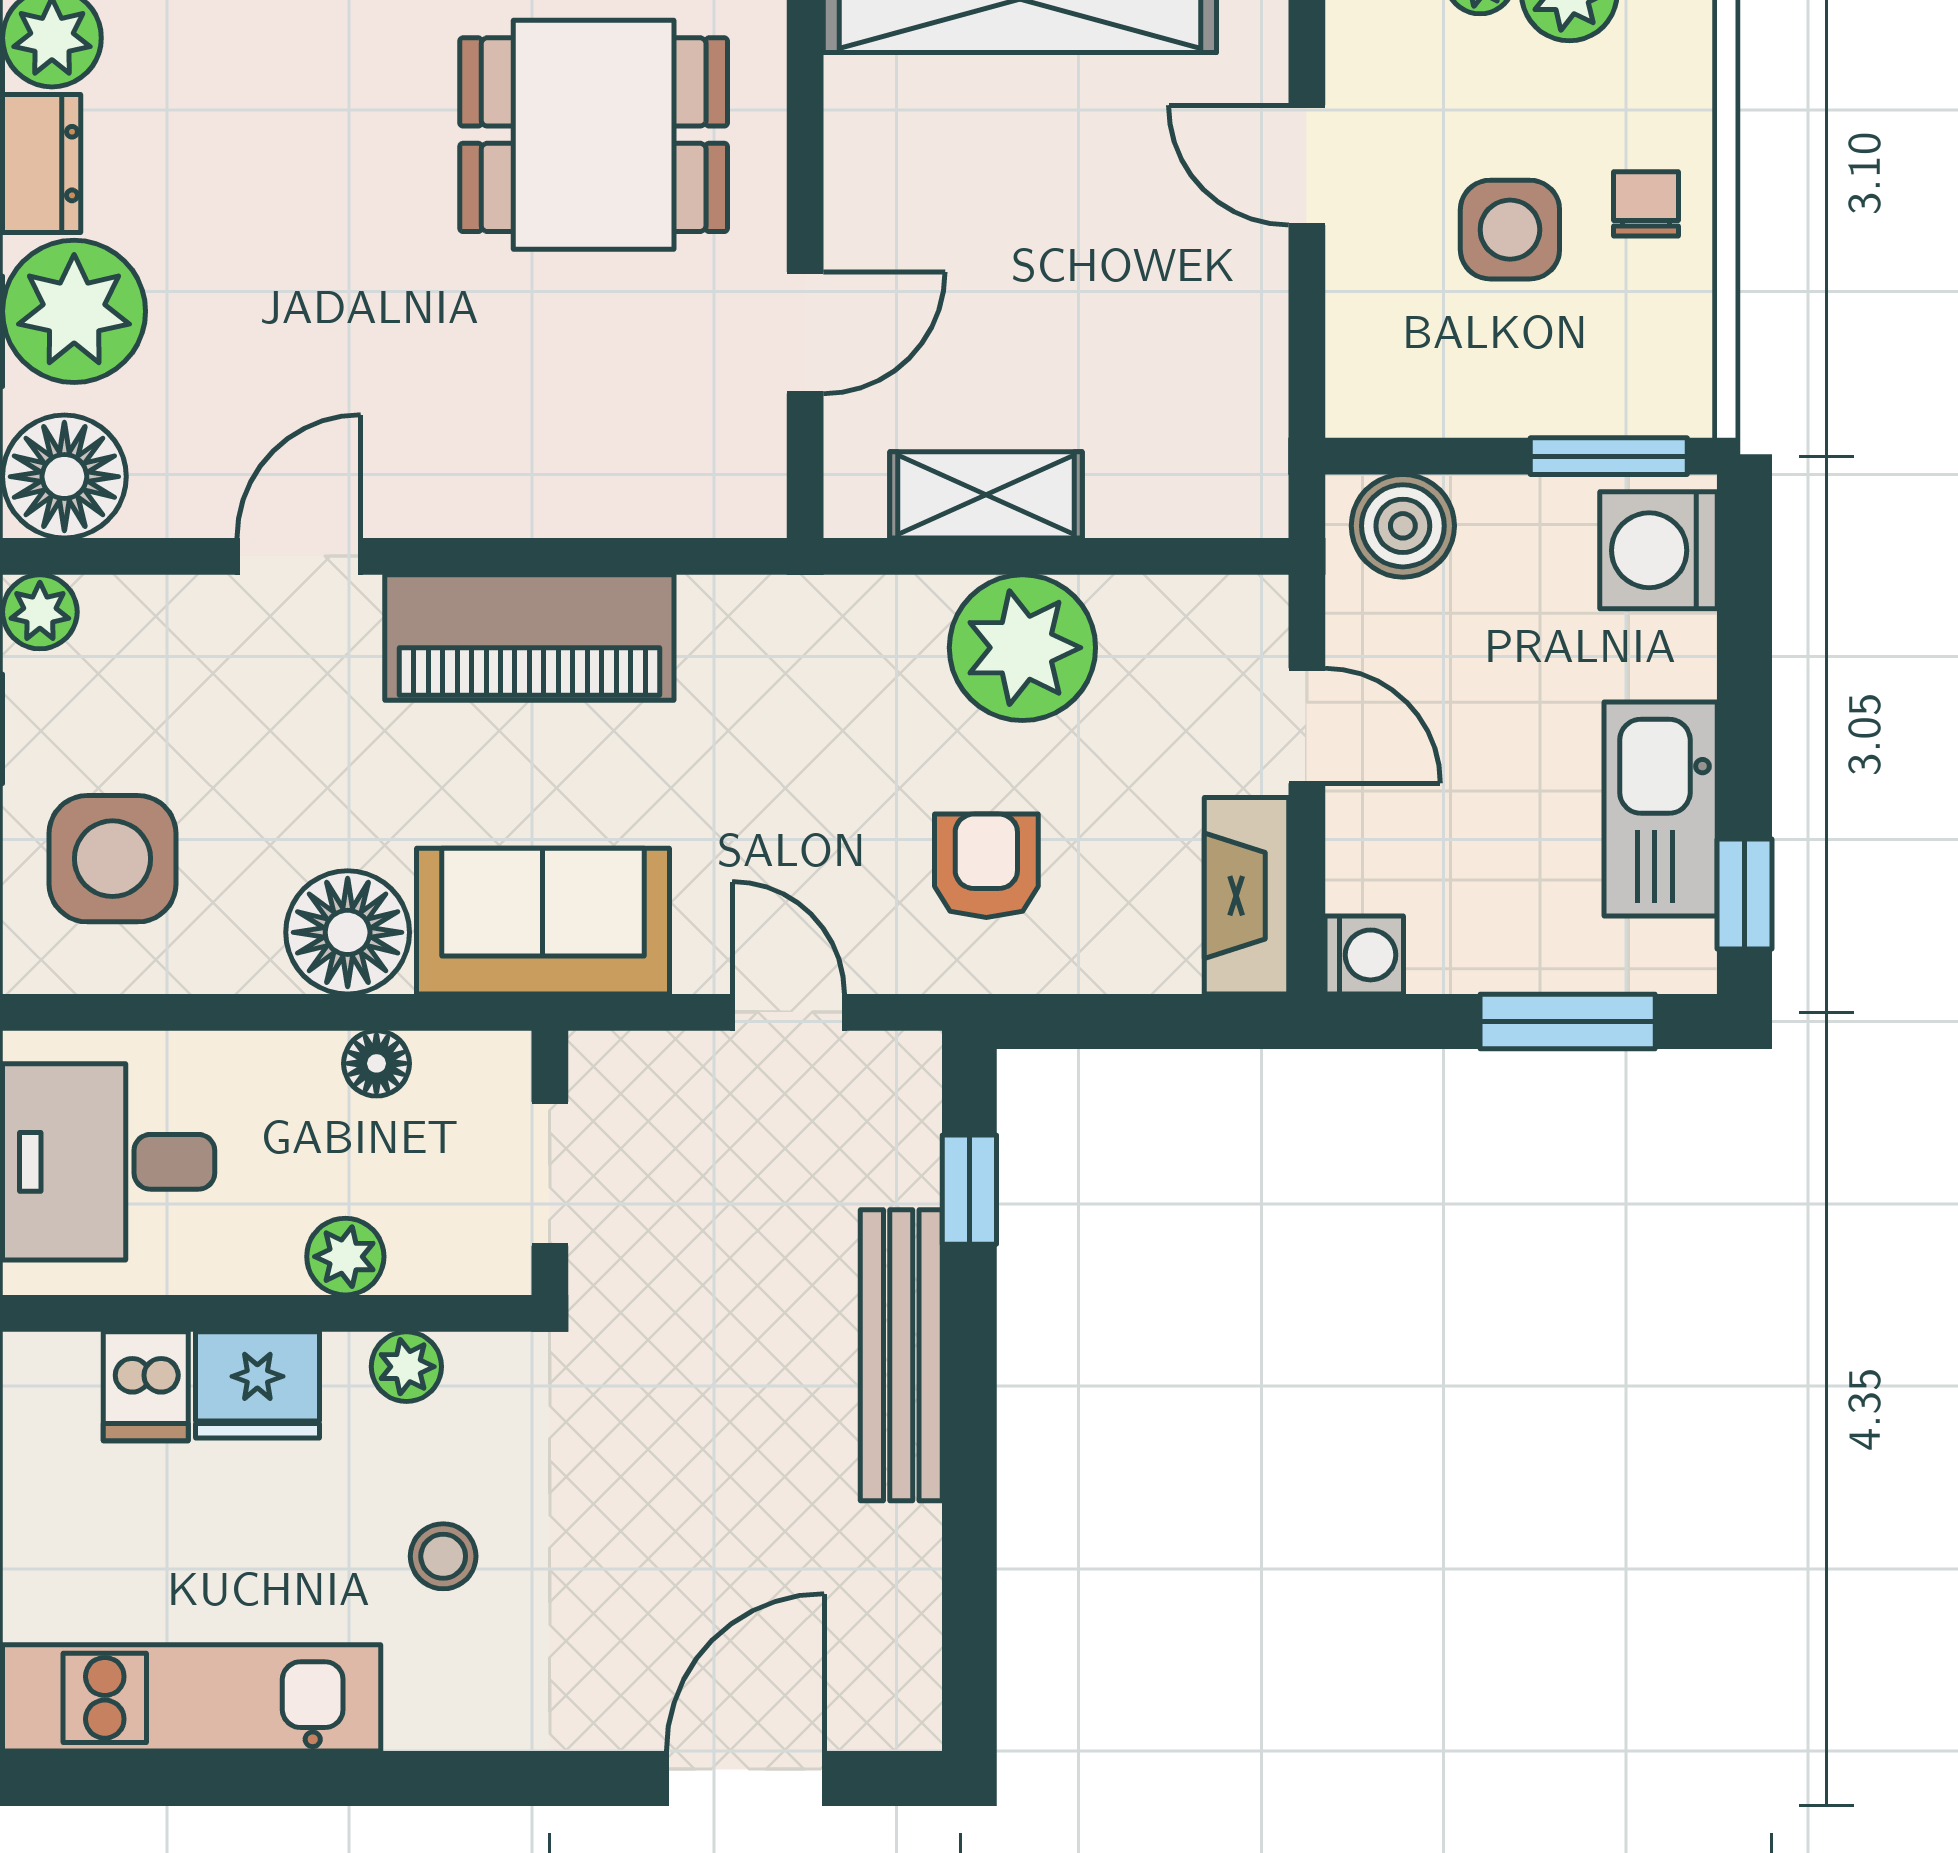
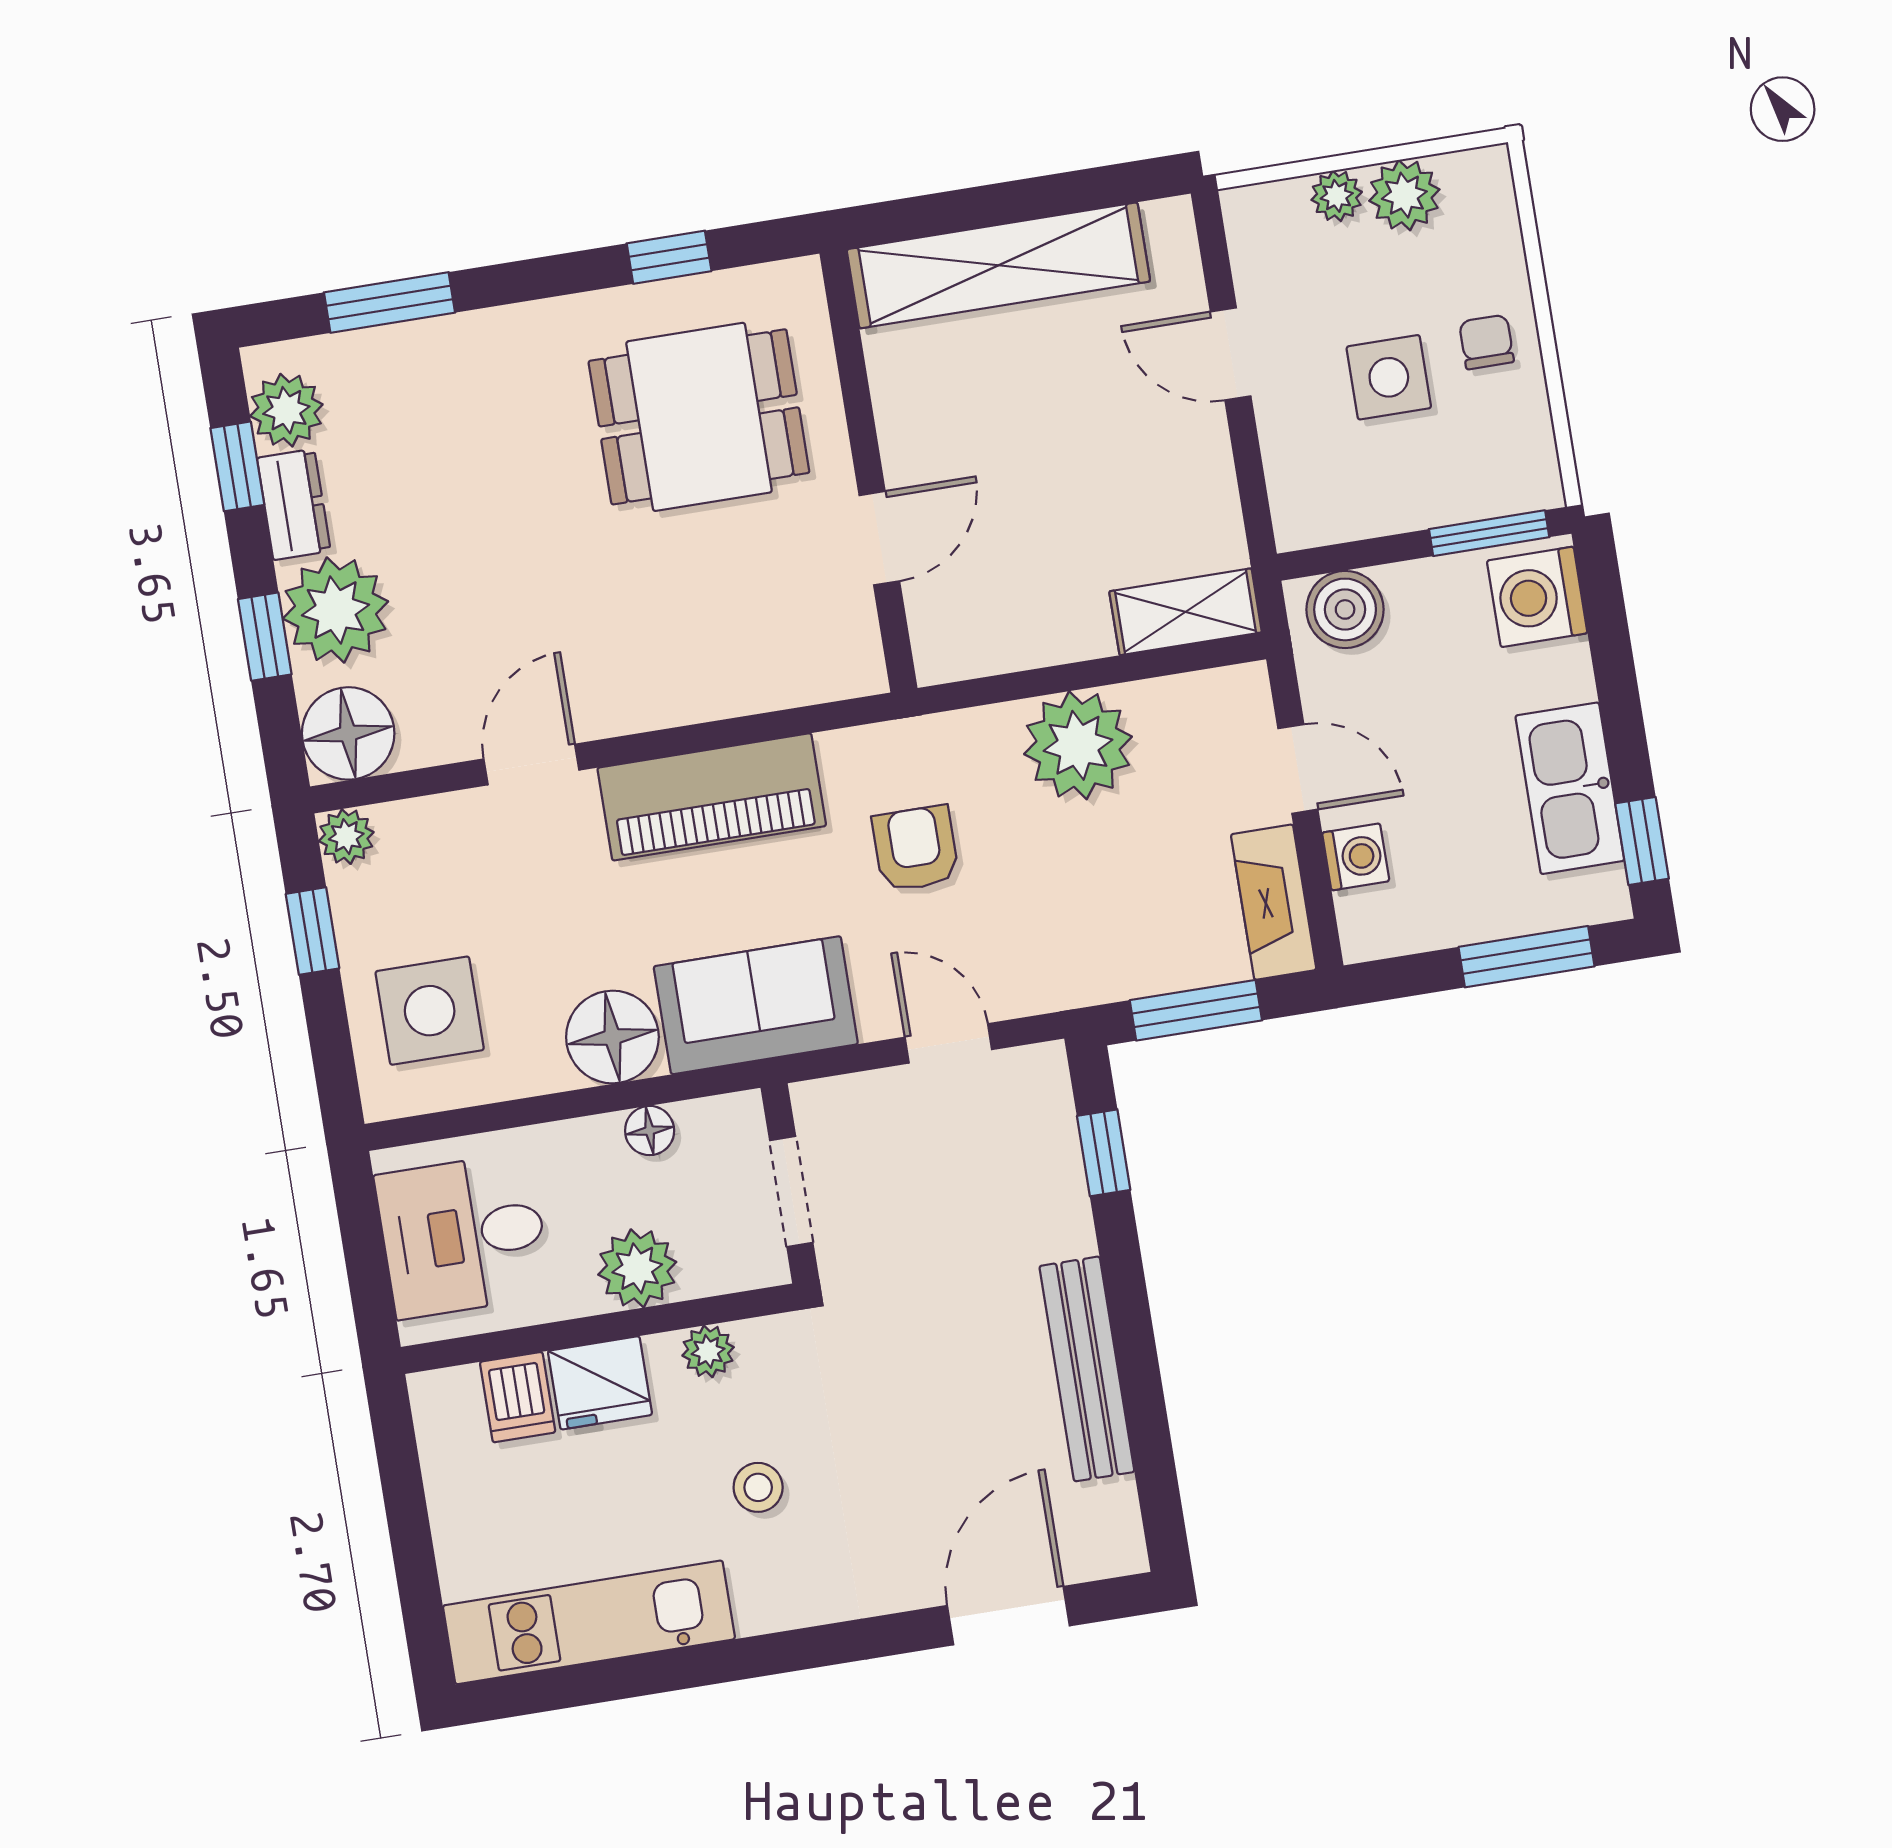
shelving: (986, 495) -> (1186, 612), moved
armchair: (986, 866) -> (916, 849), moved
washing machine: (1364, 955) -> (1356, 857), moved
window: (1121, 1022) -> (1196, 1010), added
plant: (345, 1257) -> (637, 1268), width x1.38, depth x1.38
bench: (901, 1355) -> (1087, 1369), moved

